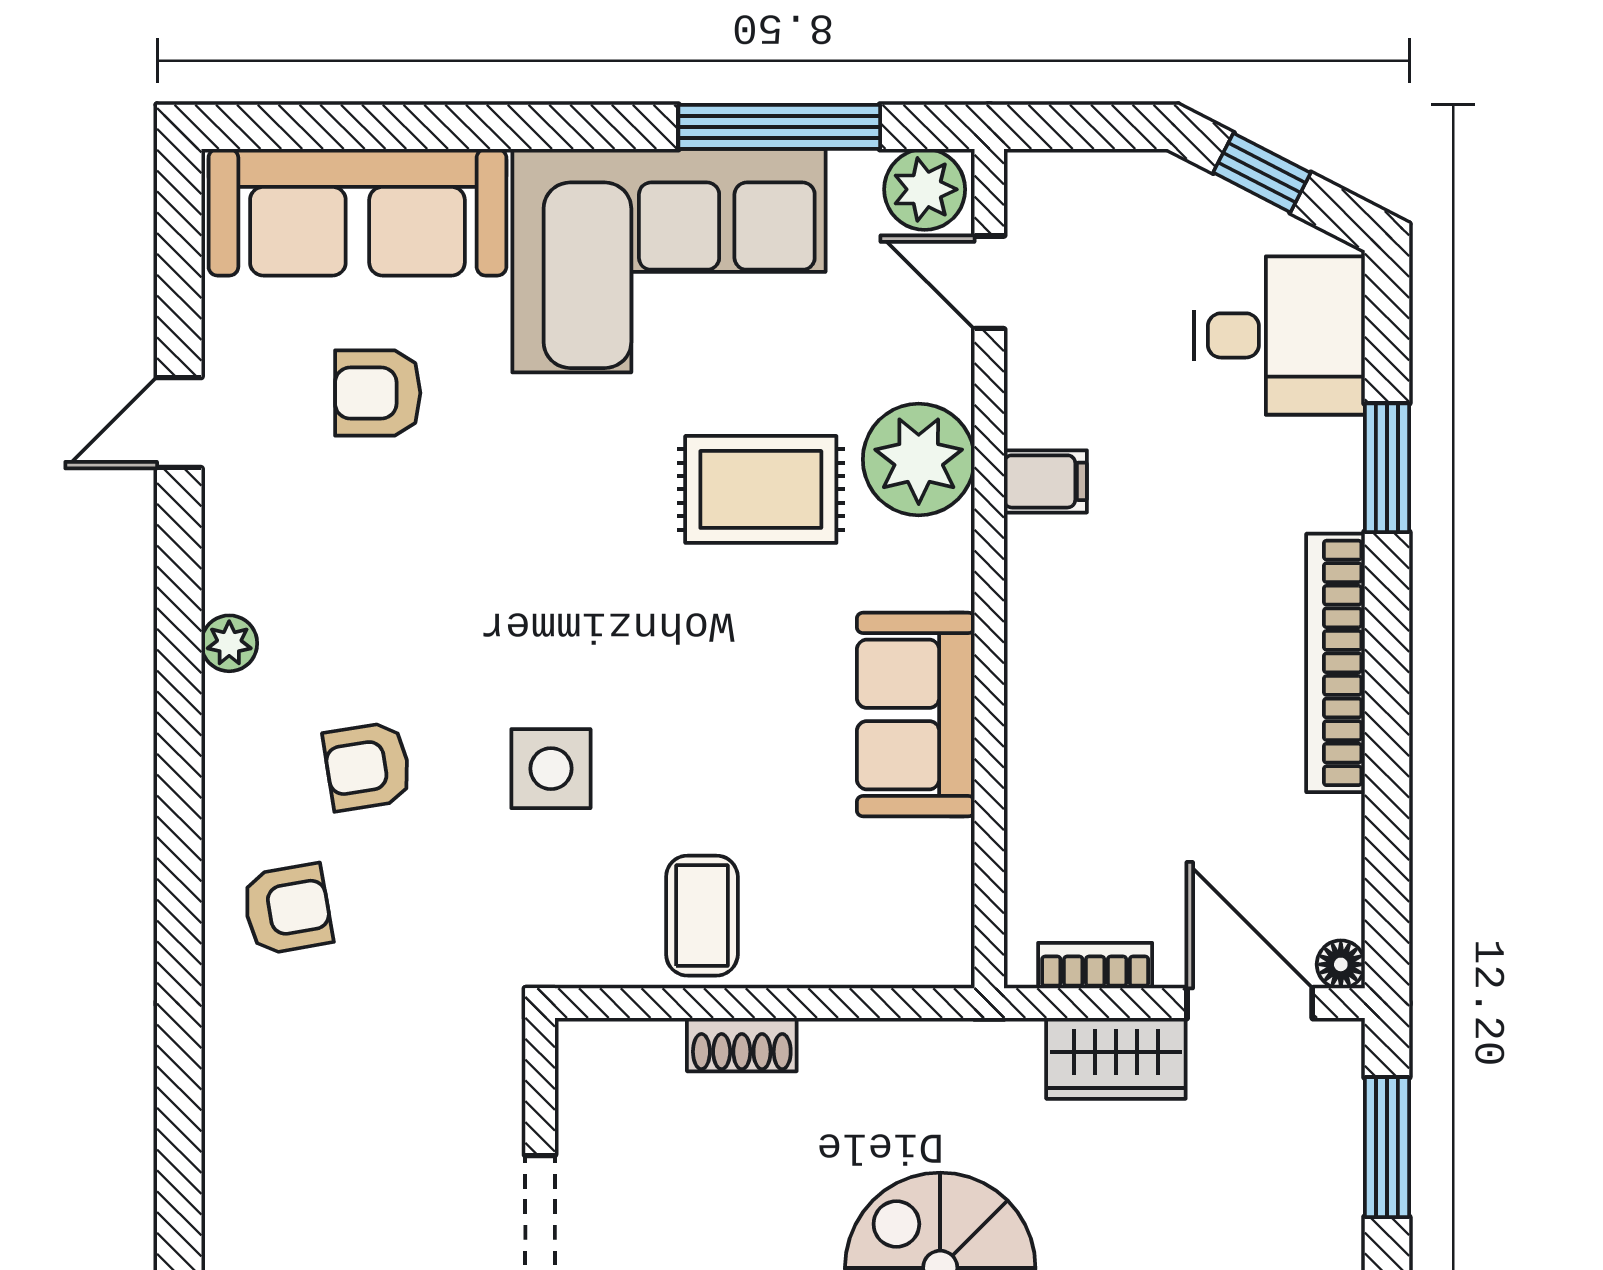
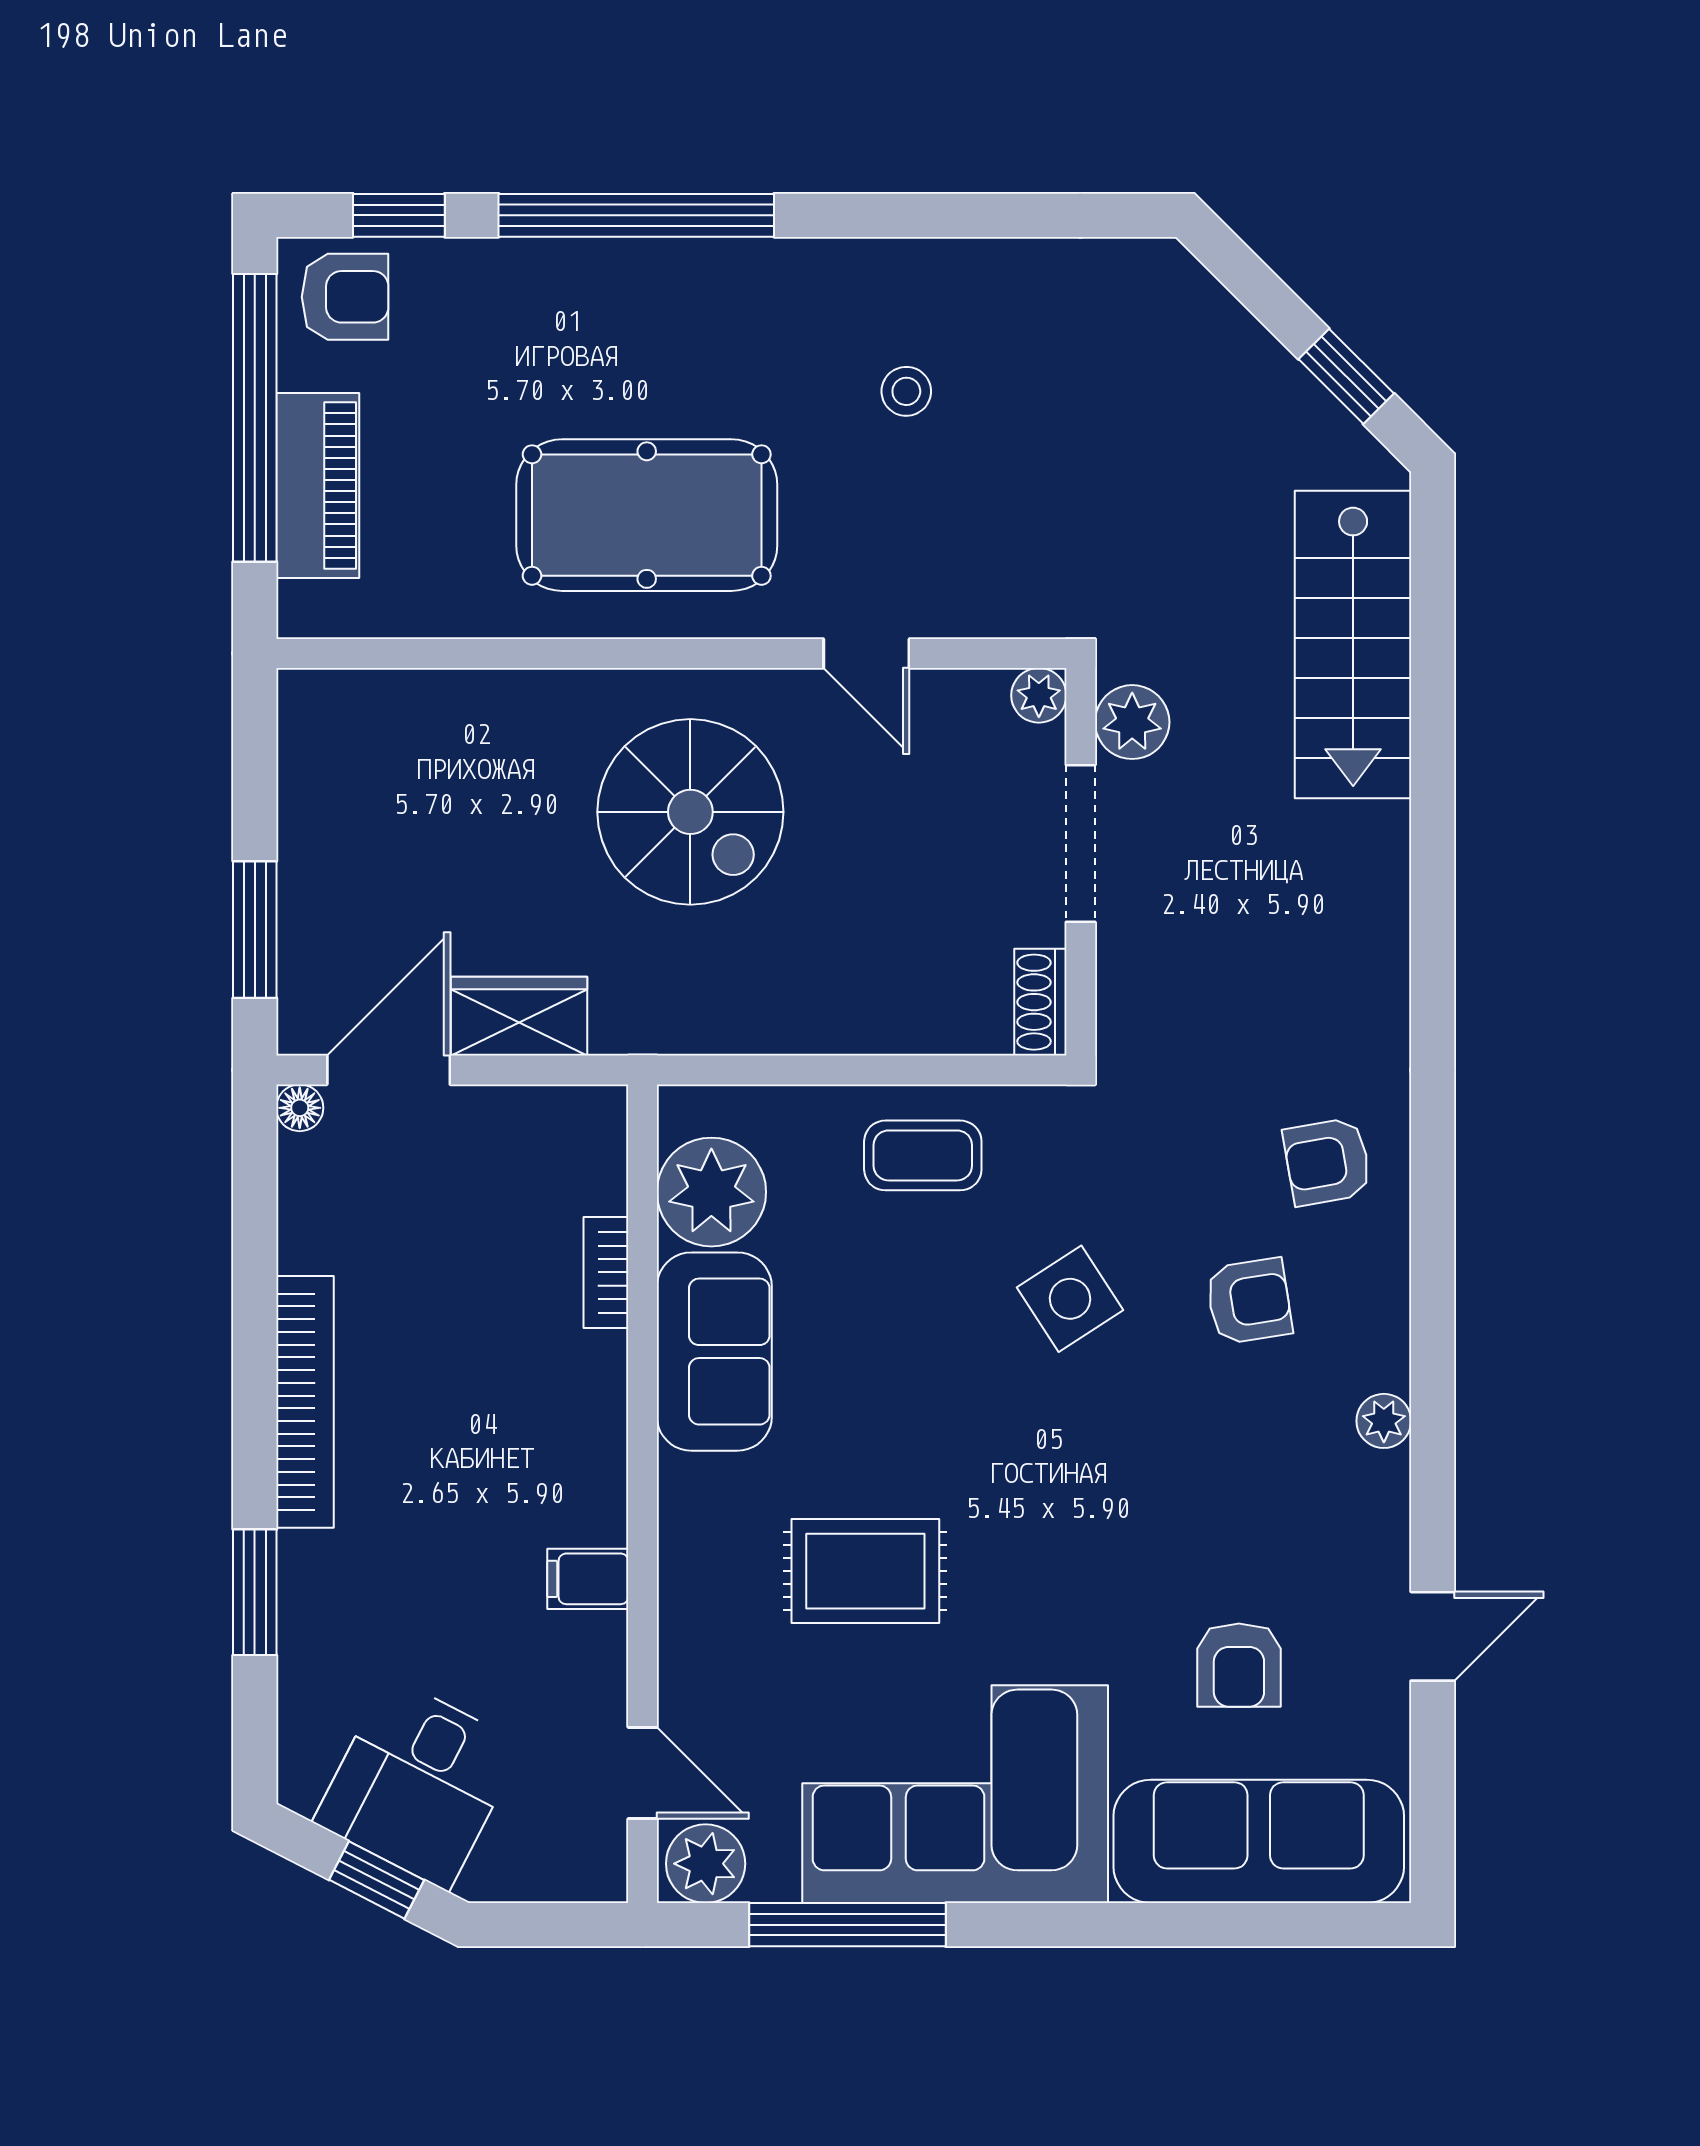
desk: (1279, 335) -> (418, 1783), moved, turned -63
armchair: (378, 393) -> (1239, 1665), turned 90
plant: (919, 459) -> (711, 1192), moved
side table: (551, 769) -> (1070, 1299), turned -33
coffee table: (702, 916) -> (923, 1155), turned 90
bookcase: (1095, 966) -> (606, 1272), moved, turned 90
door: (1250, 1003) -> (389, 1070), swing flipped
shoe rack: (742, 1045) -> (1040, 1002), moved, turned -90

